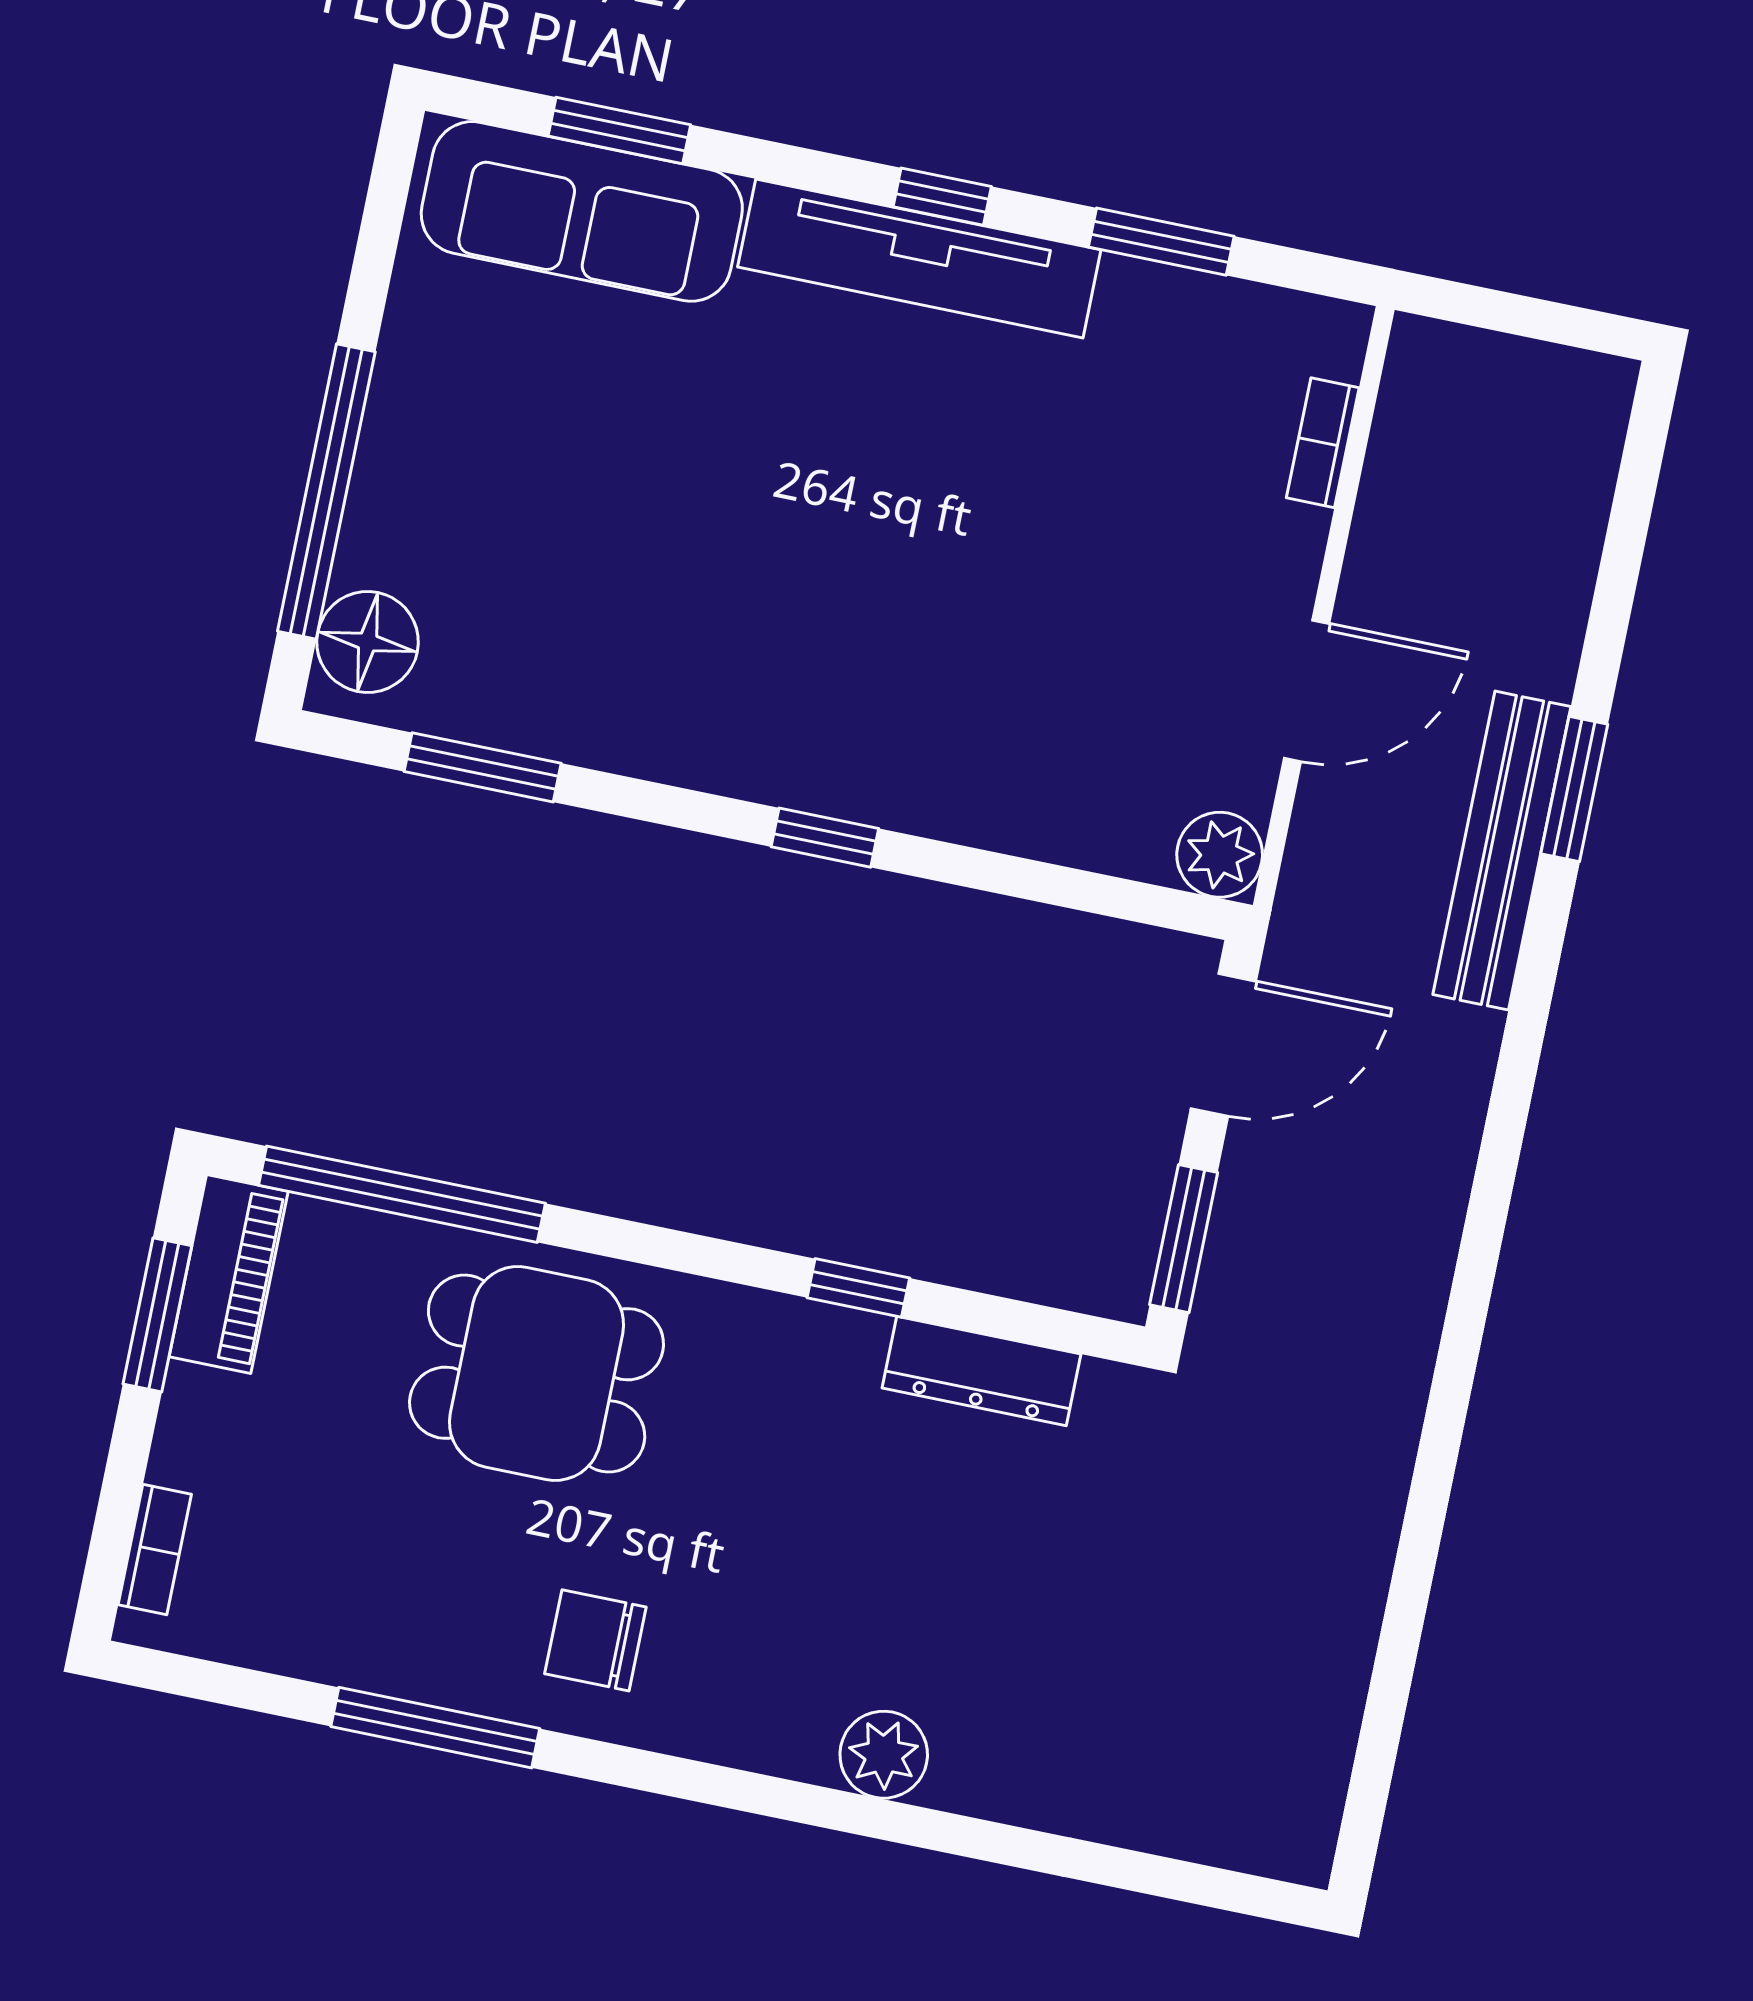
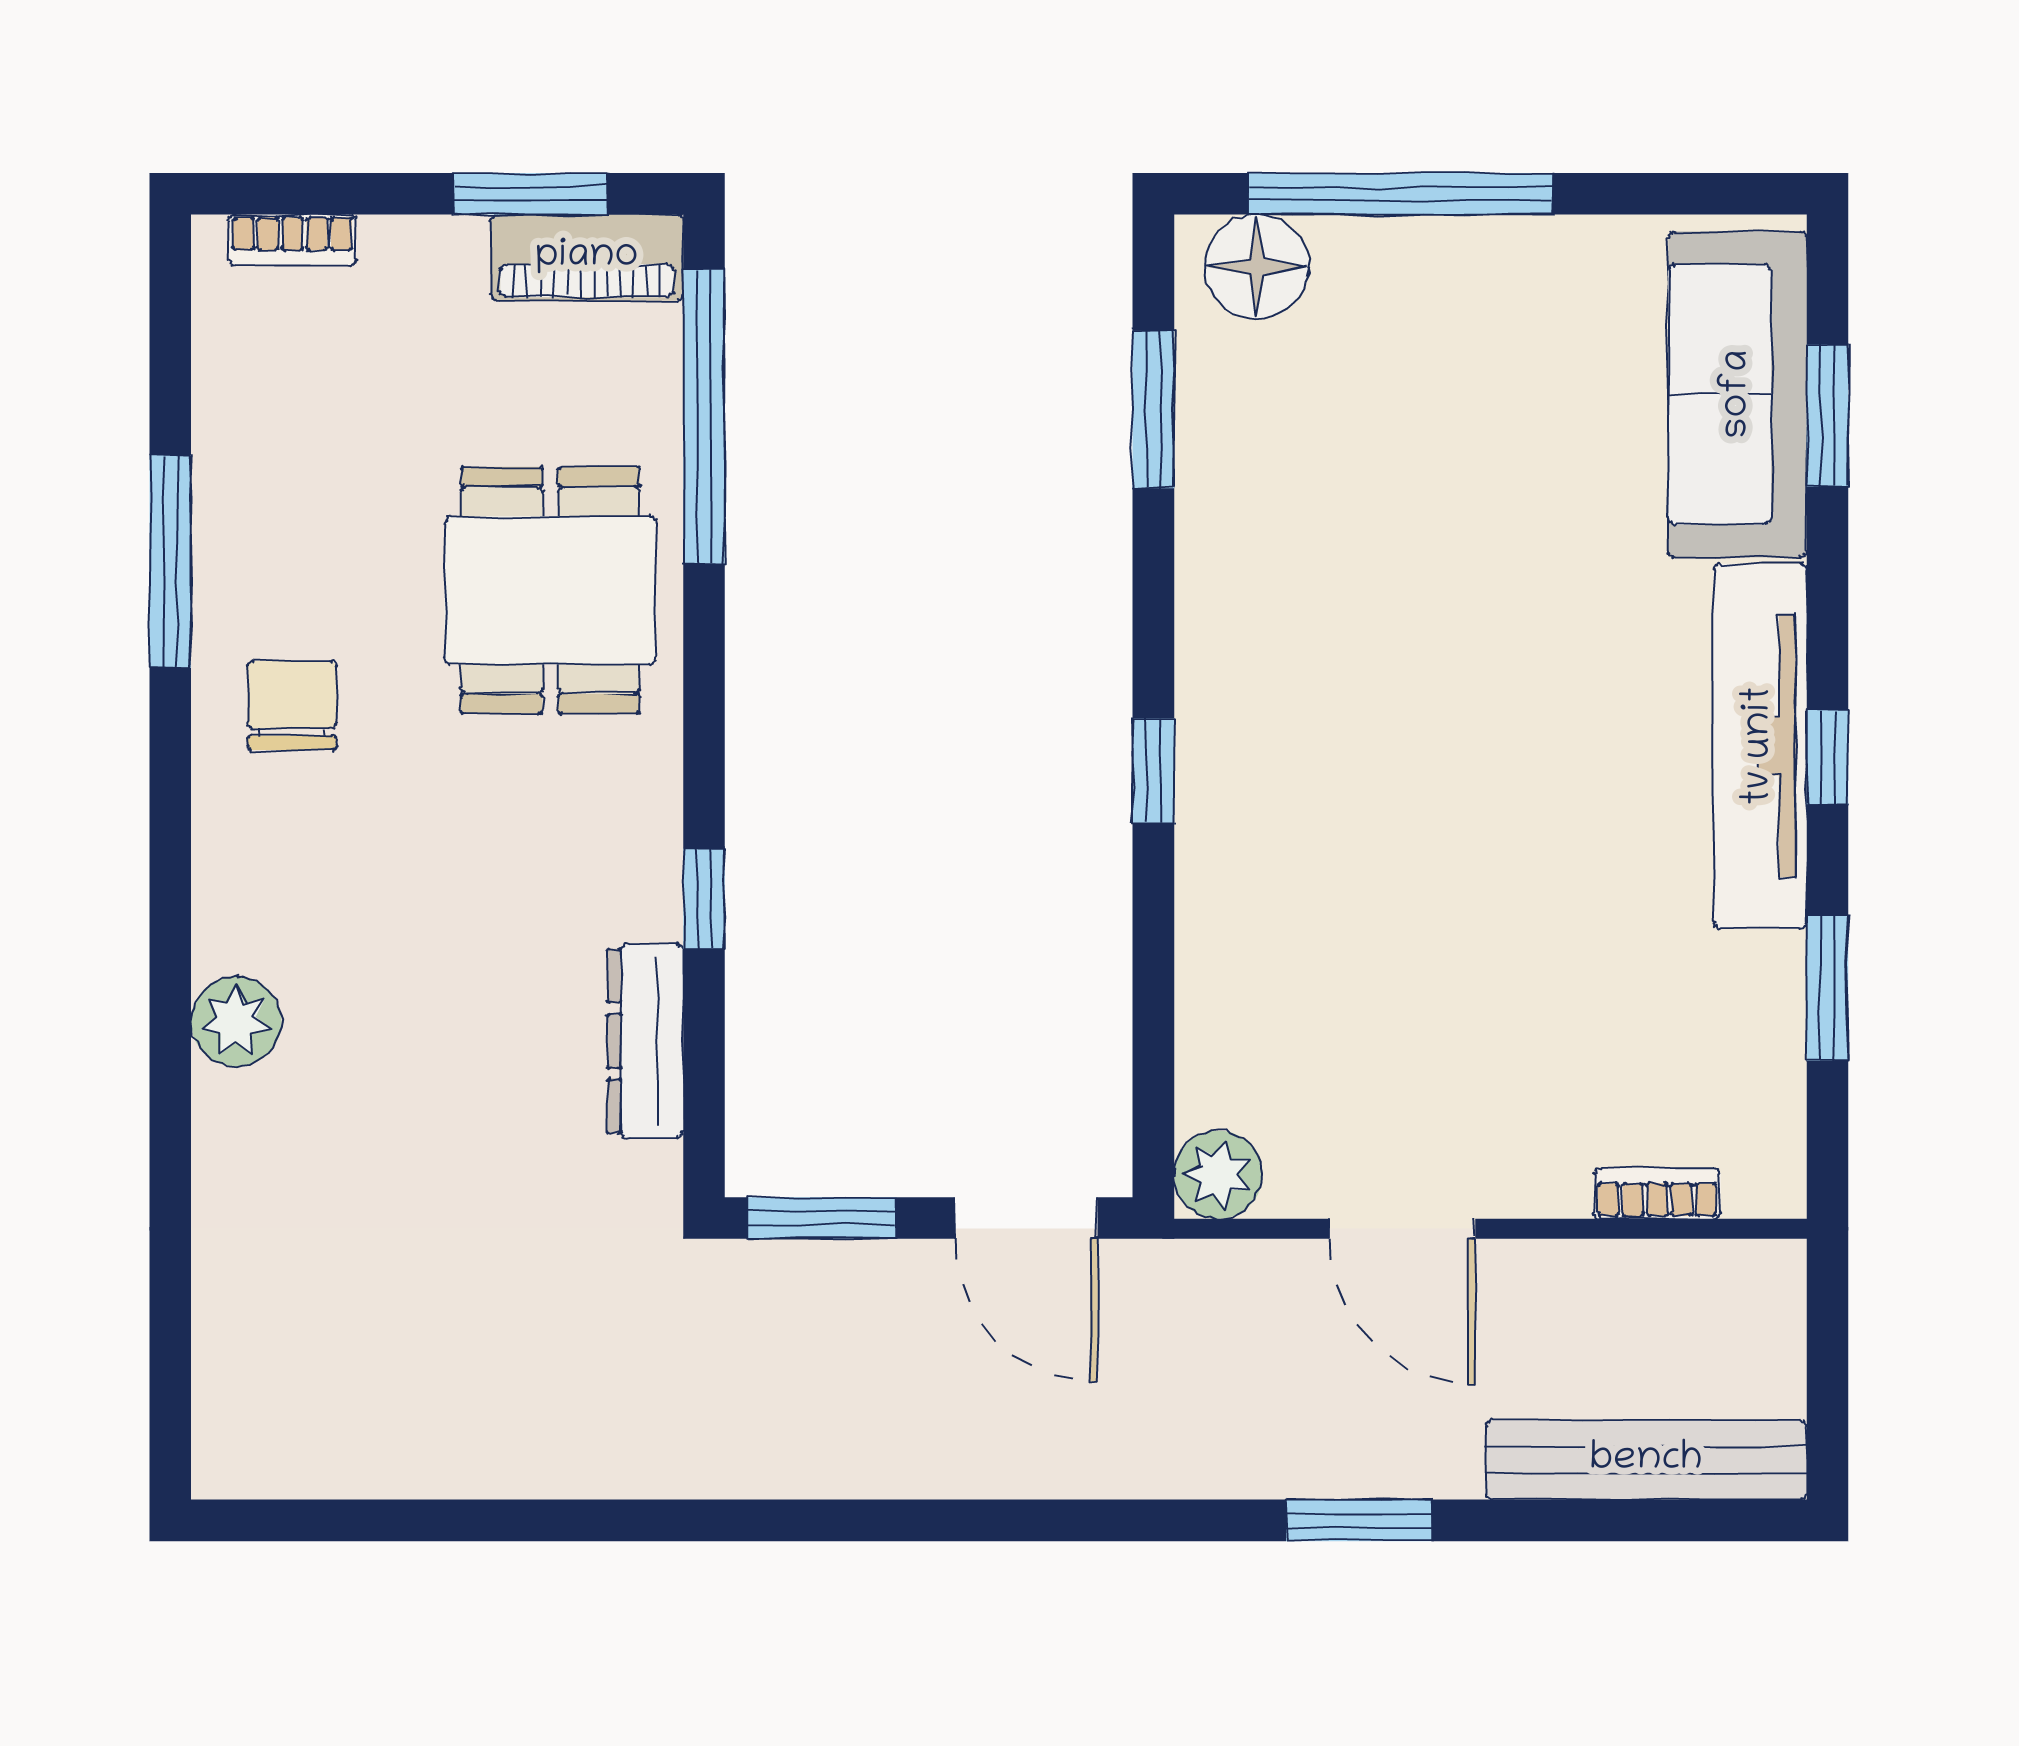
bench: (1502, 851) -> (1646, 1460), moved

